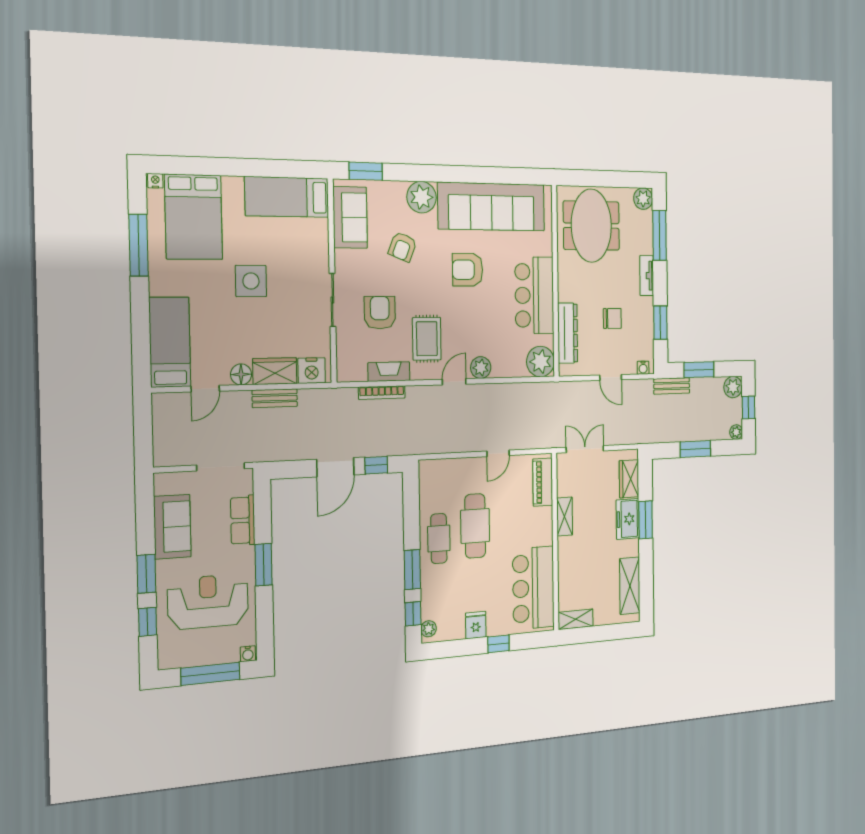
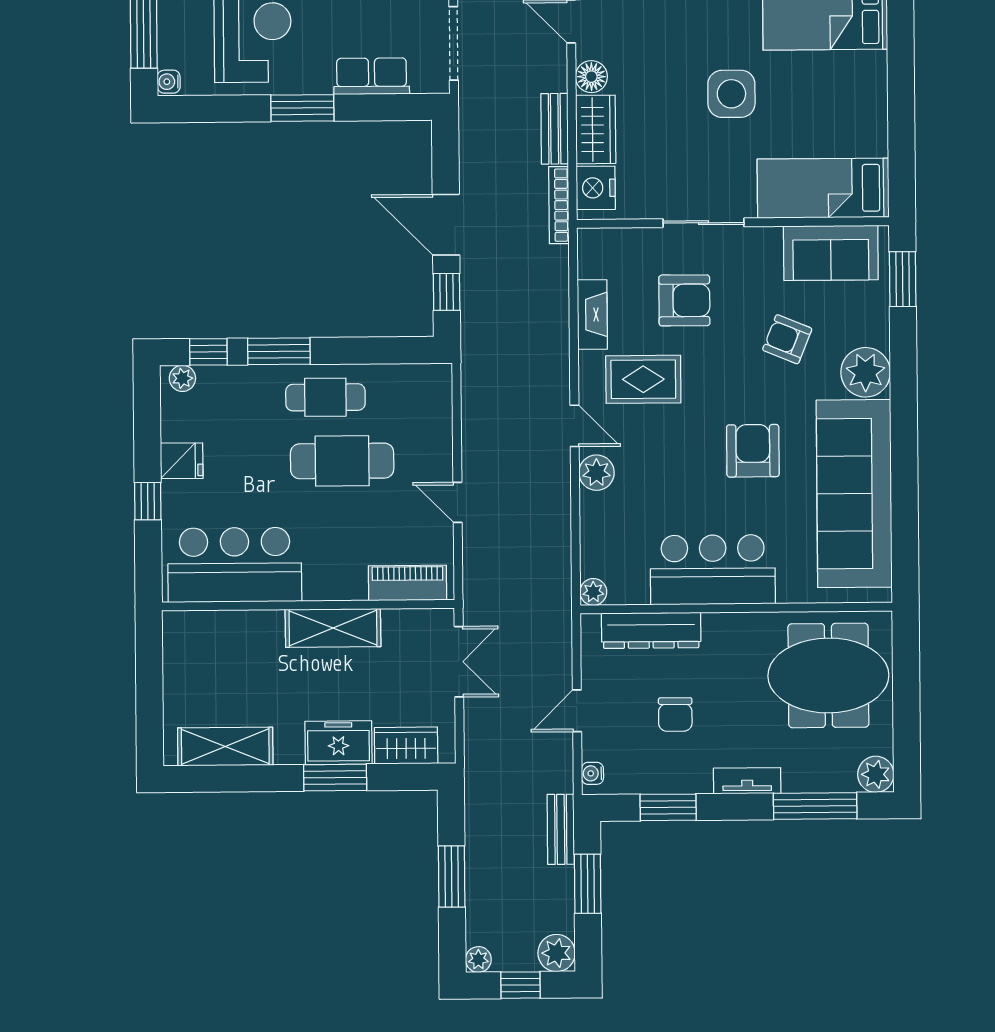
bed: (287, 197) -> (823, 188), moved, turned -90
plant: (541, 362) -> (593, 592), width x0.53, depth x0.53
bookcase: (382, 393) -> (559, 205), moved
shelving: (565, 517) -> (333, 628), width x1.50, depth x1.33
shelving: (576, 619) -> (177, 643), removed

